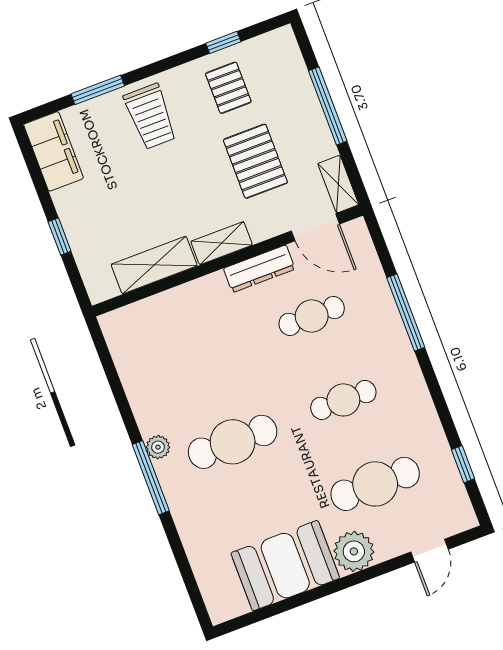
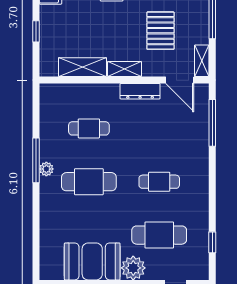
window: (406, 312) -> (212, 123), moved
cafe table: (312, 316) -> (89, 128), moved
window: (151, 478) -> (36, 160), moved

